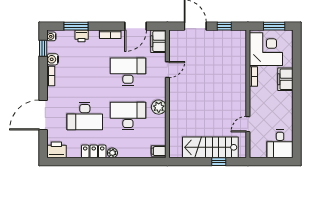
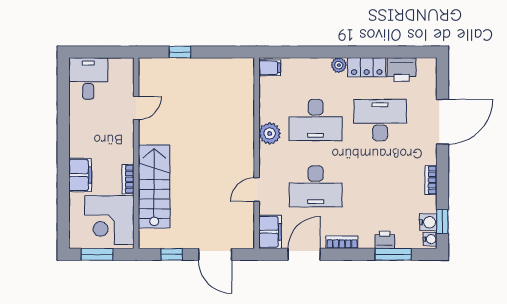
water cooler: (53, 59) -> (428, 222), moved
stairs: (210, 147) -> (154, 186), moved, turned -90
printer: (56, 150) -> (402, 69), moved

